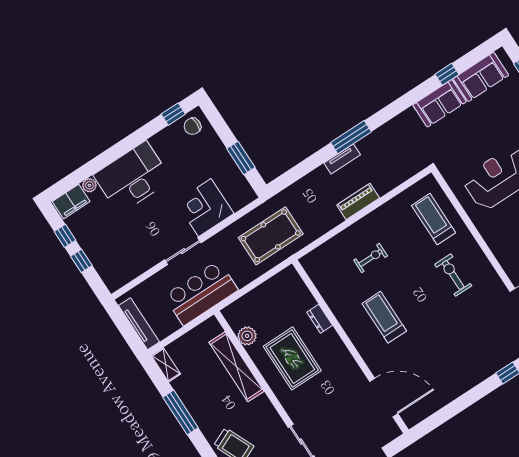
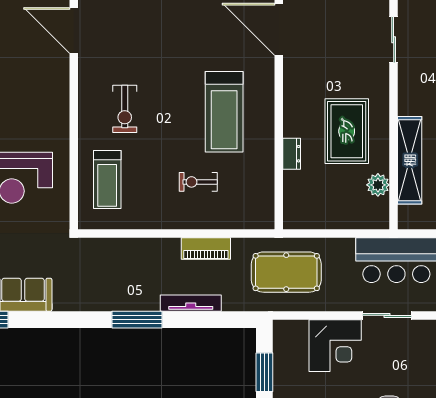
tv unit: (342, 159) -> (191, 303), moved, width x1.41
piano: (358, 202) -> (206, 249), moved
treadmill: (384, 317) -> (224, 112), width x1.37, depth x1.38

